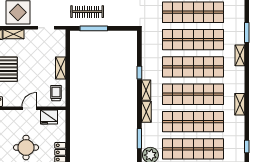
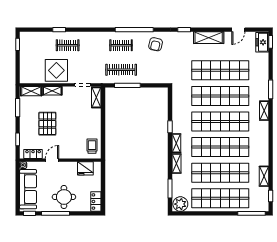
shelving: (61, 68) -> (96, 97), moved
shelving: (240, 104) -> (264, 176), moved
door: (29, 108) -> (52, 160), moved

